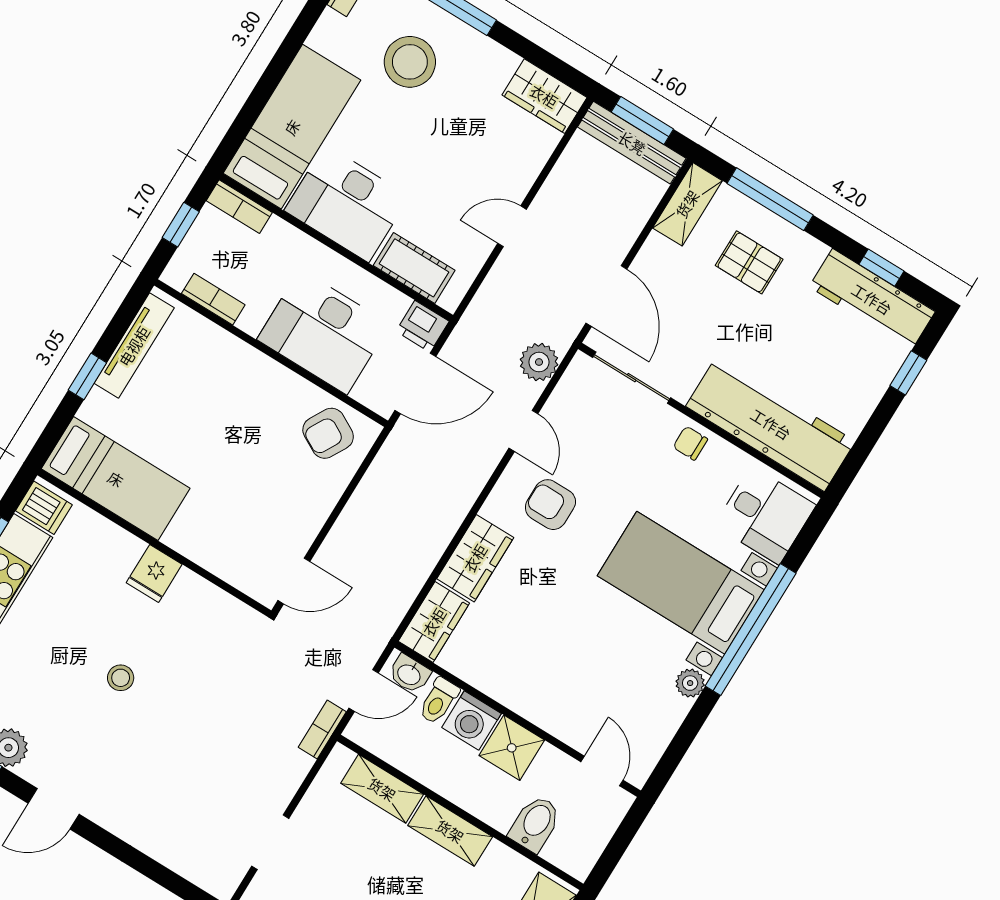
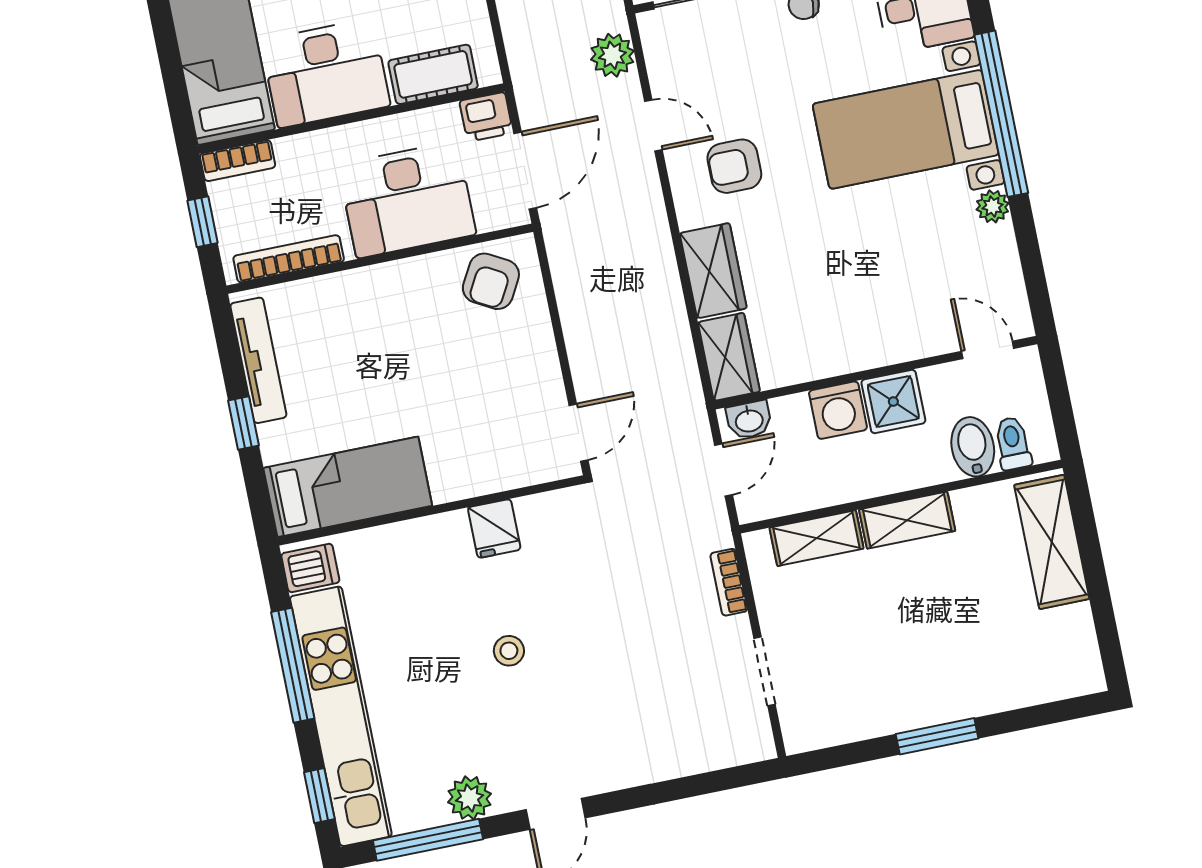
bookcase: (213, 299) -> (289, 259), width x1.56
fridge: (154, 574) -> (494, 528), moved
toilet: (439, 701) -> (1013, 443), moved, turned 180
bookcase: (322, 729) -> (729, 582), moved

